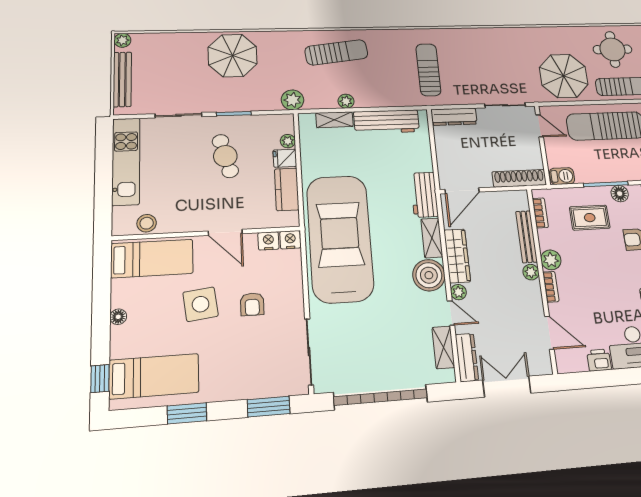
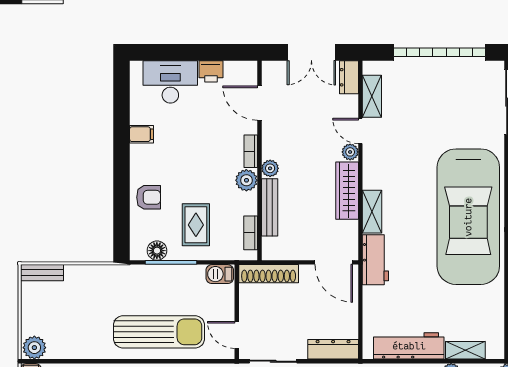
door: (462, 191) -> (334, 262), swing flipped
rug: (590, 218) -> (196, 225), turned 90
boiler: (429, 275) -> (379, 172), removed
dresser: (467, 357) -> (349, 77), width x0.70

